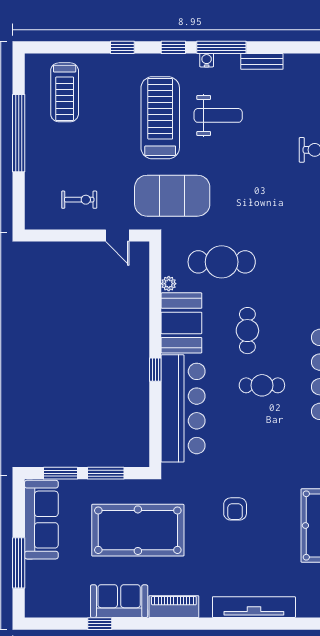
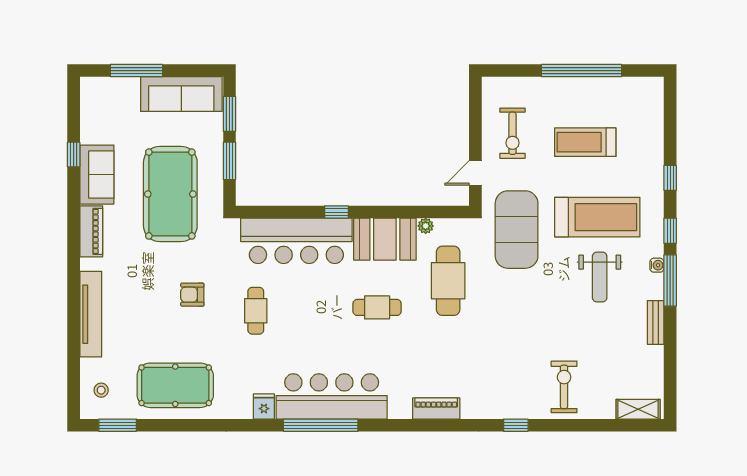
treadmill: (65, 92) -> (585, 142), moved
exercise bike: (79, 200) -> (512, 133), width x1.38, depth x1.39
cafe table: (262, 385) -> (256, 311), moved

